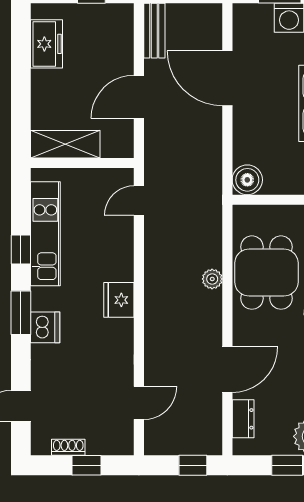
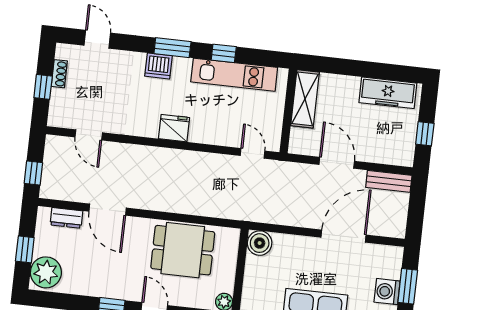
freezer: (47, 44) -> (388, 93), width x1.40
plant: (212, 279) -> (182, 206), removed

